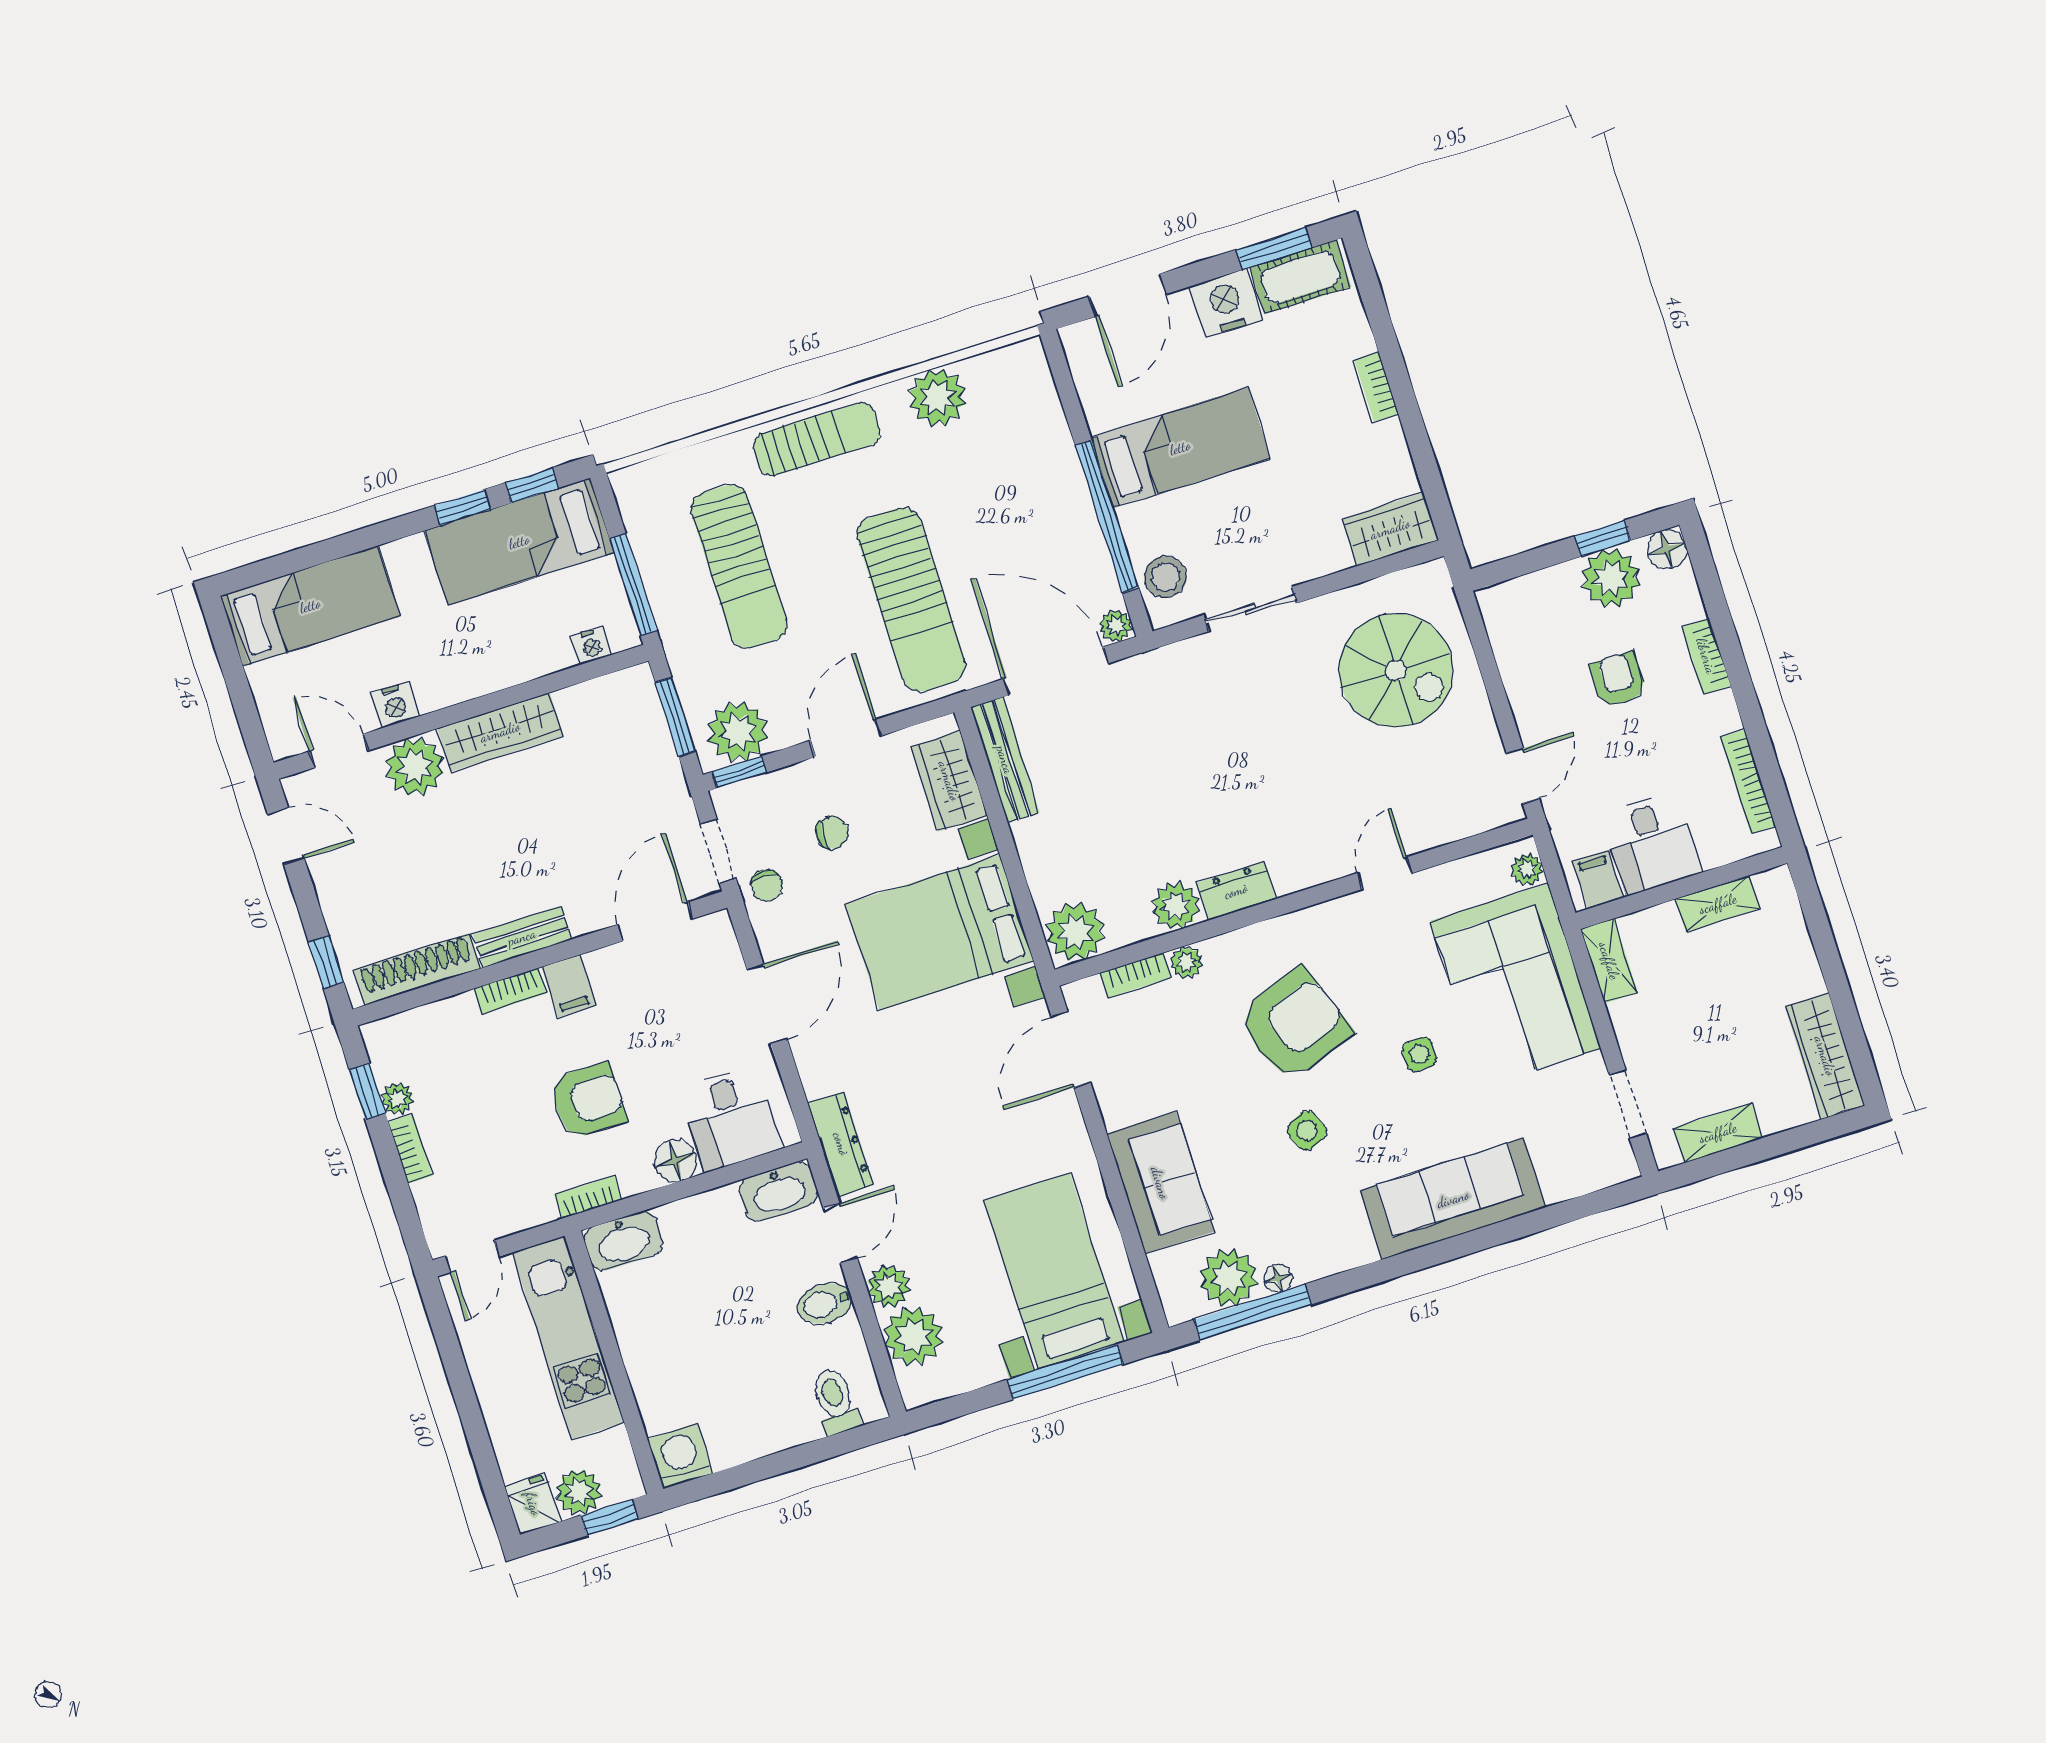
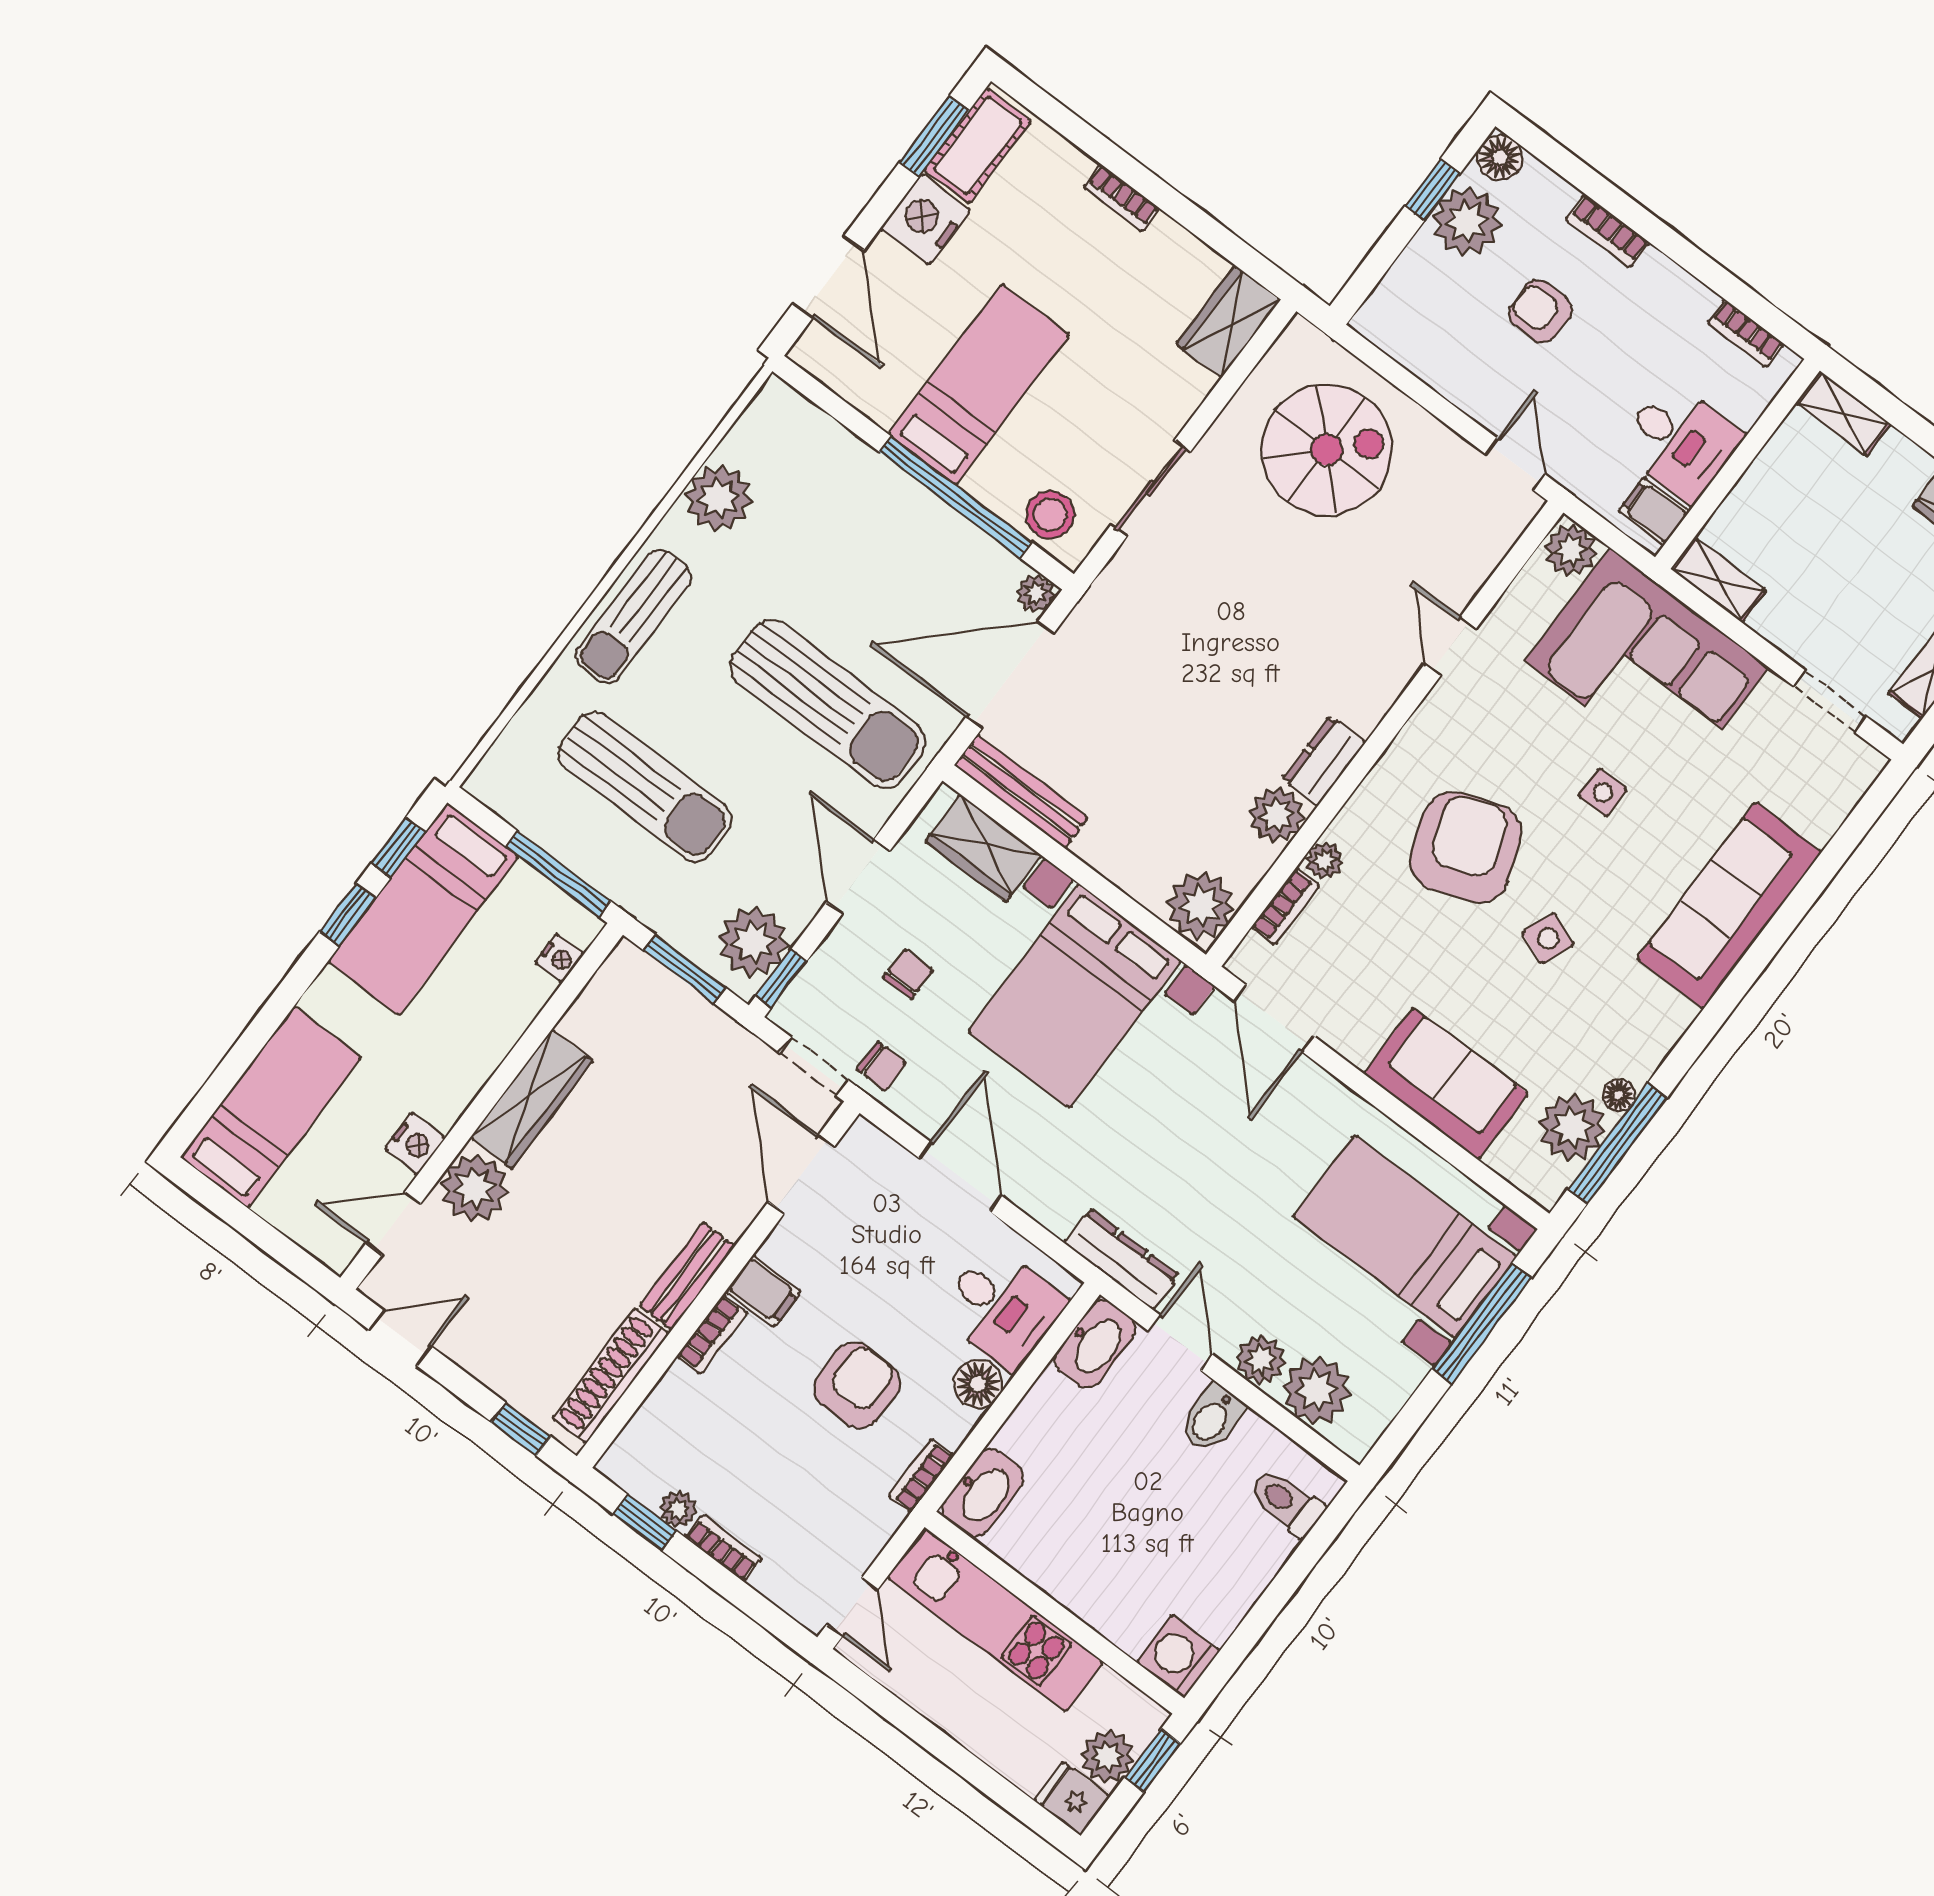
sun lounger: (817, 439) -> (633, 616), turned 180
bookcase: (1748, 782) -> (1746, 333), width x0.64
plant: (1527, 869) -> (1571, 550), width x1.38, depth x1.38
shelving: (1718, 904) -> (1843, 413), moved, turned 90
side table: (1307, 1131) -> (1548, 938), turned 45

